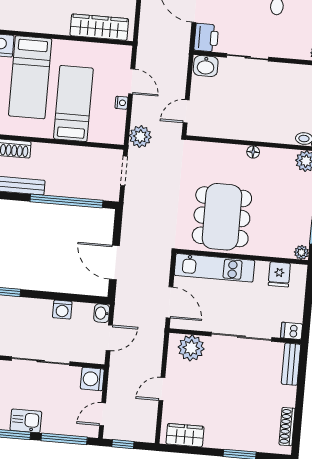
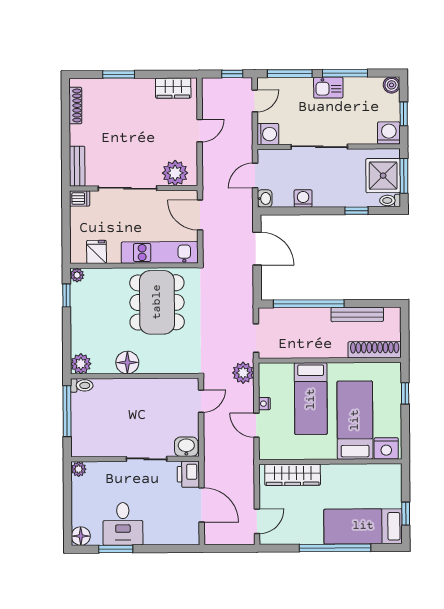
floor lamp: (253, 152) -> (127, 363), width x1.89, depth x1.89

